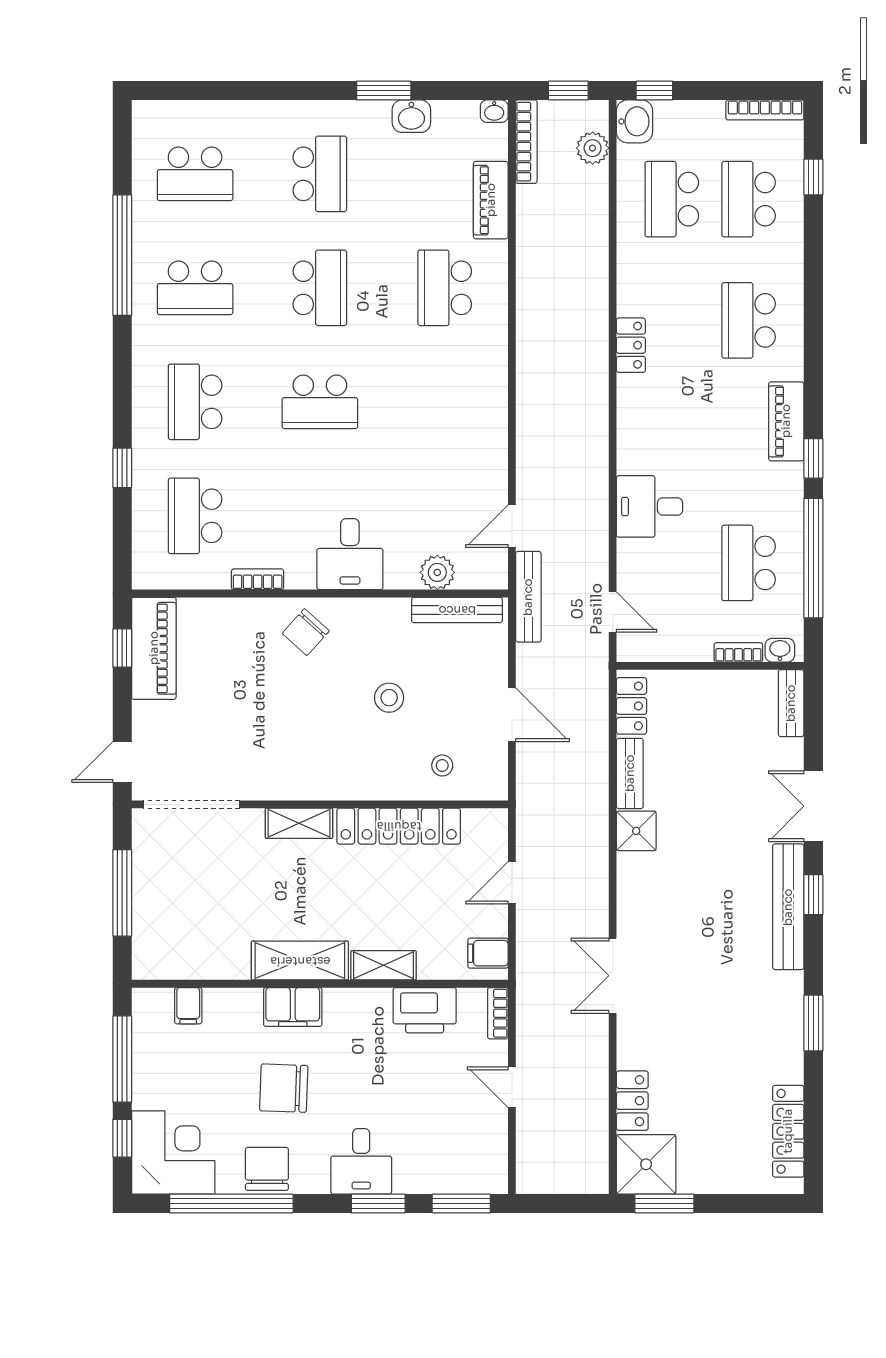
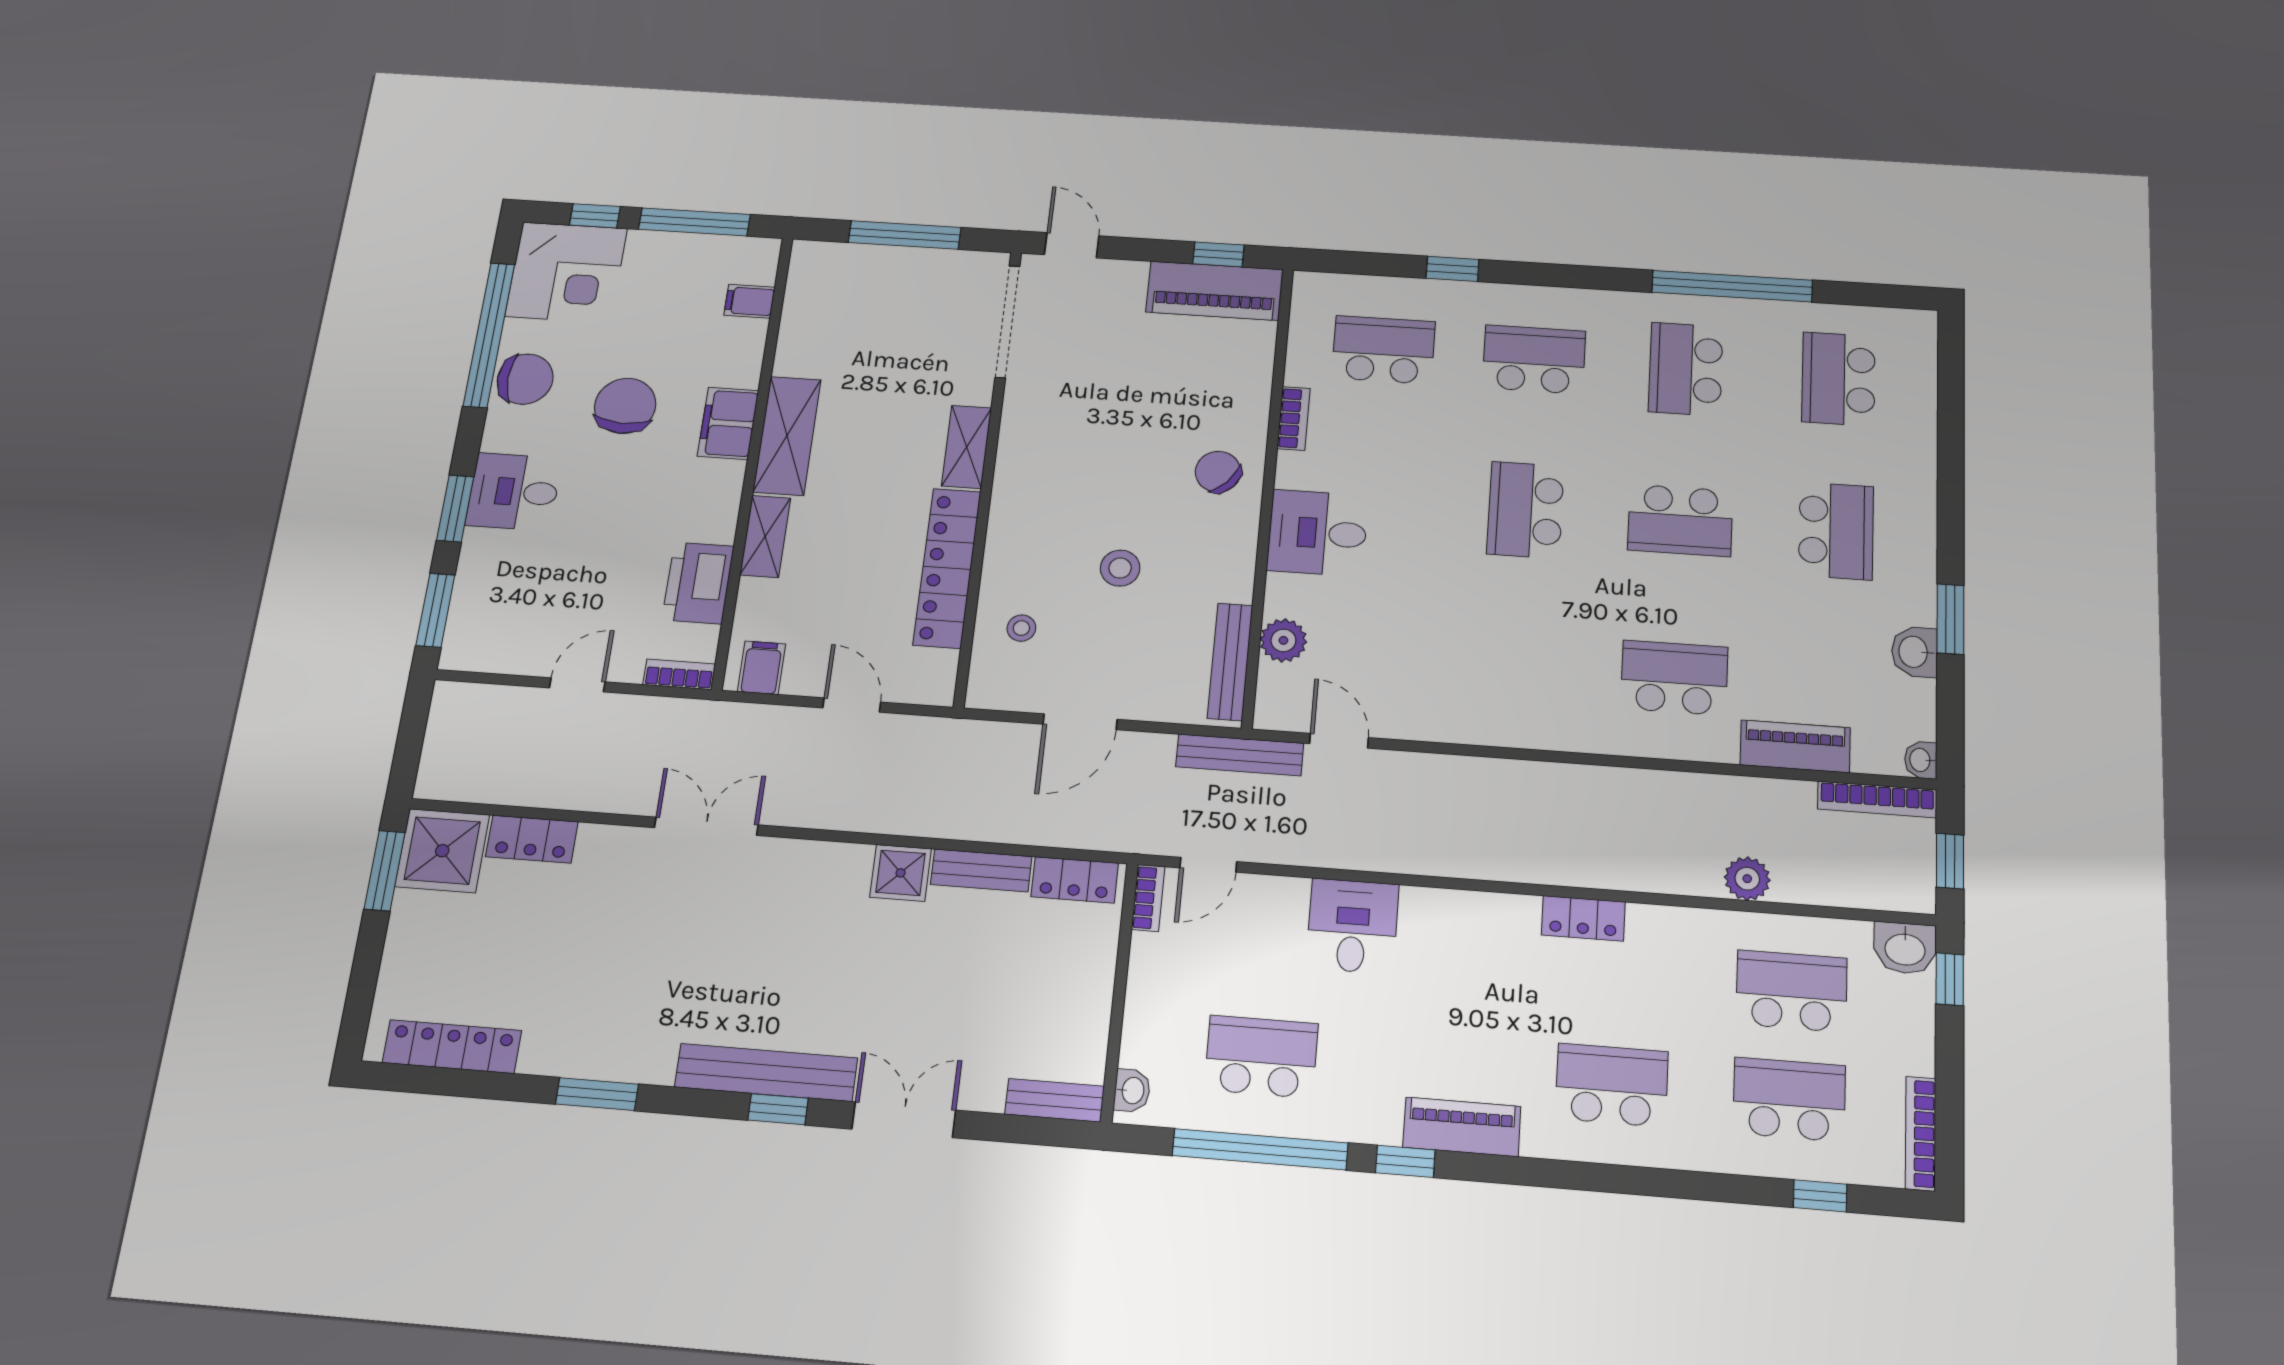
plant: (593, 148) -> (1747, 879), moved
school desk: (320, 174) -> (1836, 531), turned -90
bookcase: (738, 652) -> (1148, 898), moved

